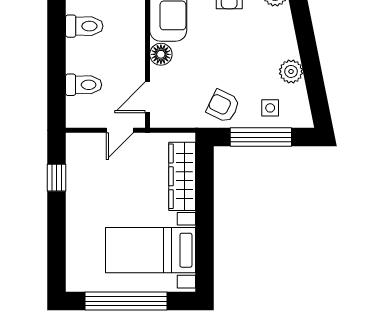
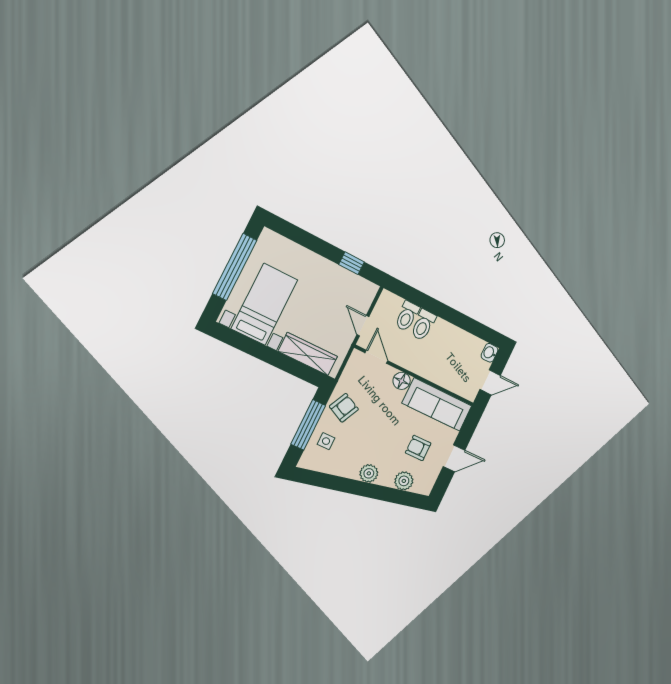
toilet: (84, 26) -> (423, 325), moved
plant: (291, 71) -> (369, 473), moved

